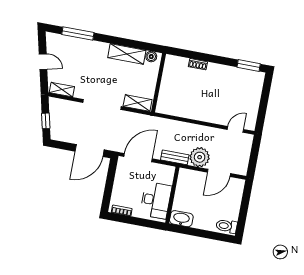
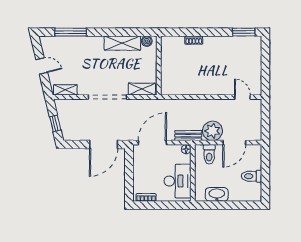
door: (235, 129) -> (242, 97), hinge flipped
floor lamp: (170, 170) -> (186, 149), added
toilet: (192, 180) -> (209, 154), added
washbasin: (181, 219) -> (217, 194), moved
toilet: (227, 226) -> (252, 176), moved

